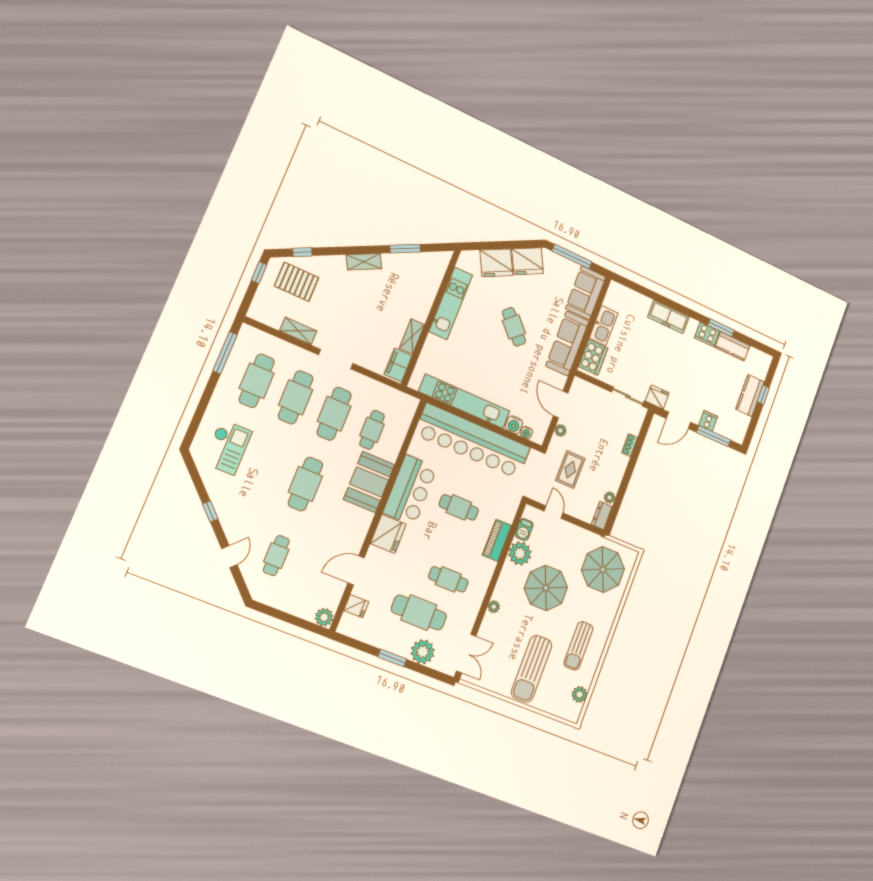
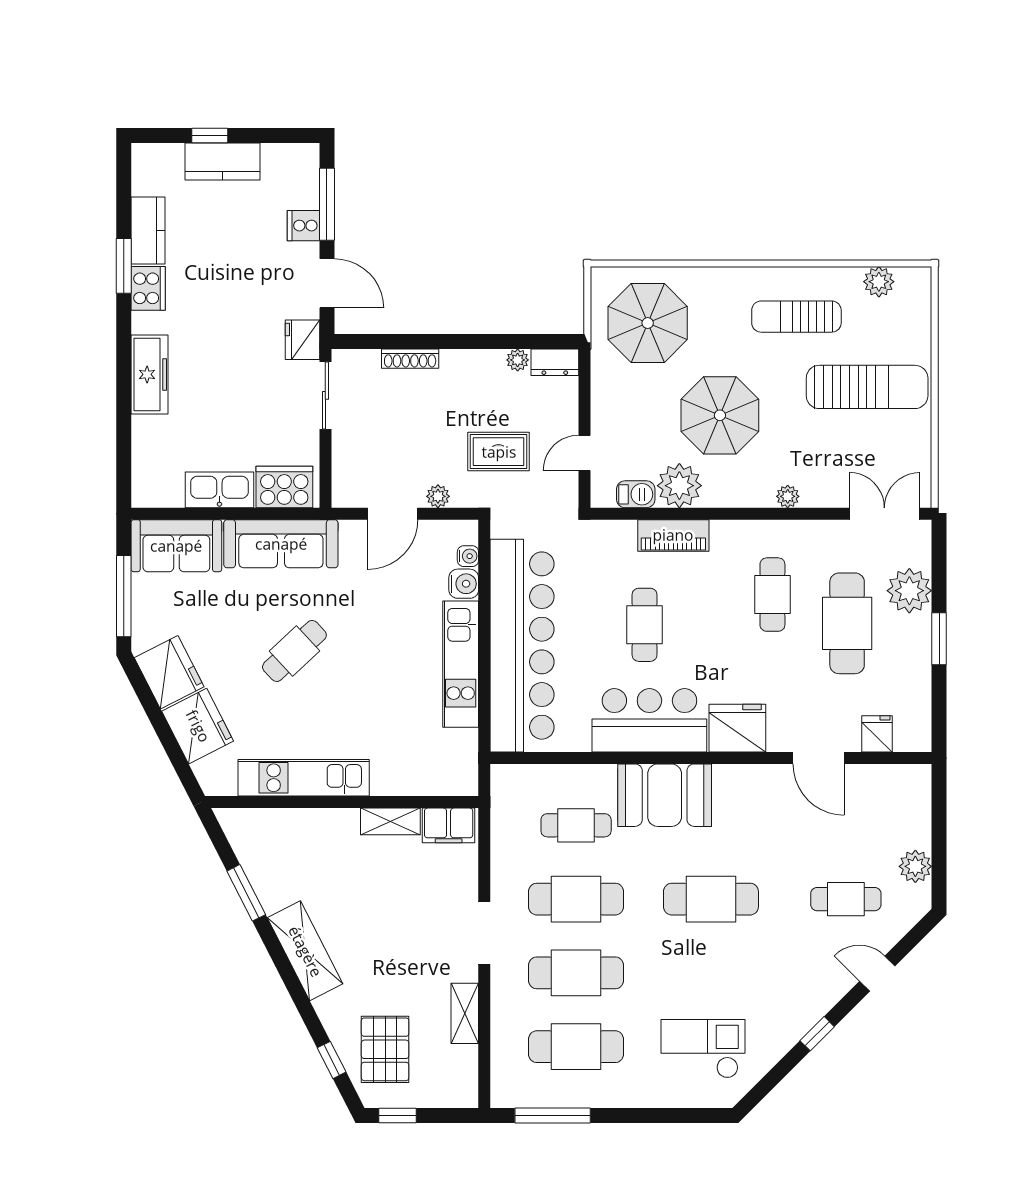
shelving: (364, 262) -> (305, 951), width x1.50, depth x1.33
kitchen unit: (464, 401) -> (461, 664), width x0.73
shoe rack: (630, 445) -> (410, 359), width x1.43
plant: (324, 617) -> (915, 866), moved
sun lounger: (578, 646) -> (796, 317), turned 180

